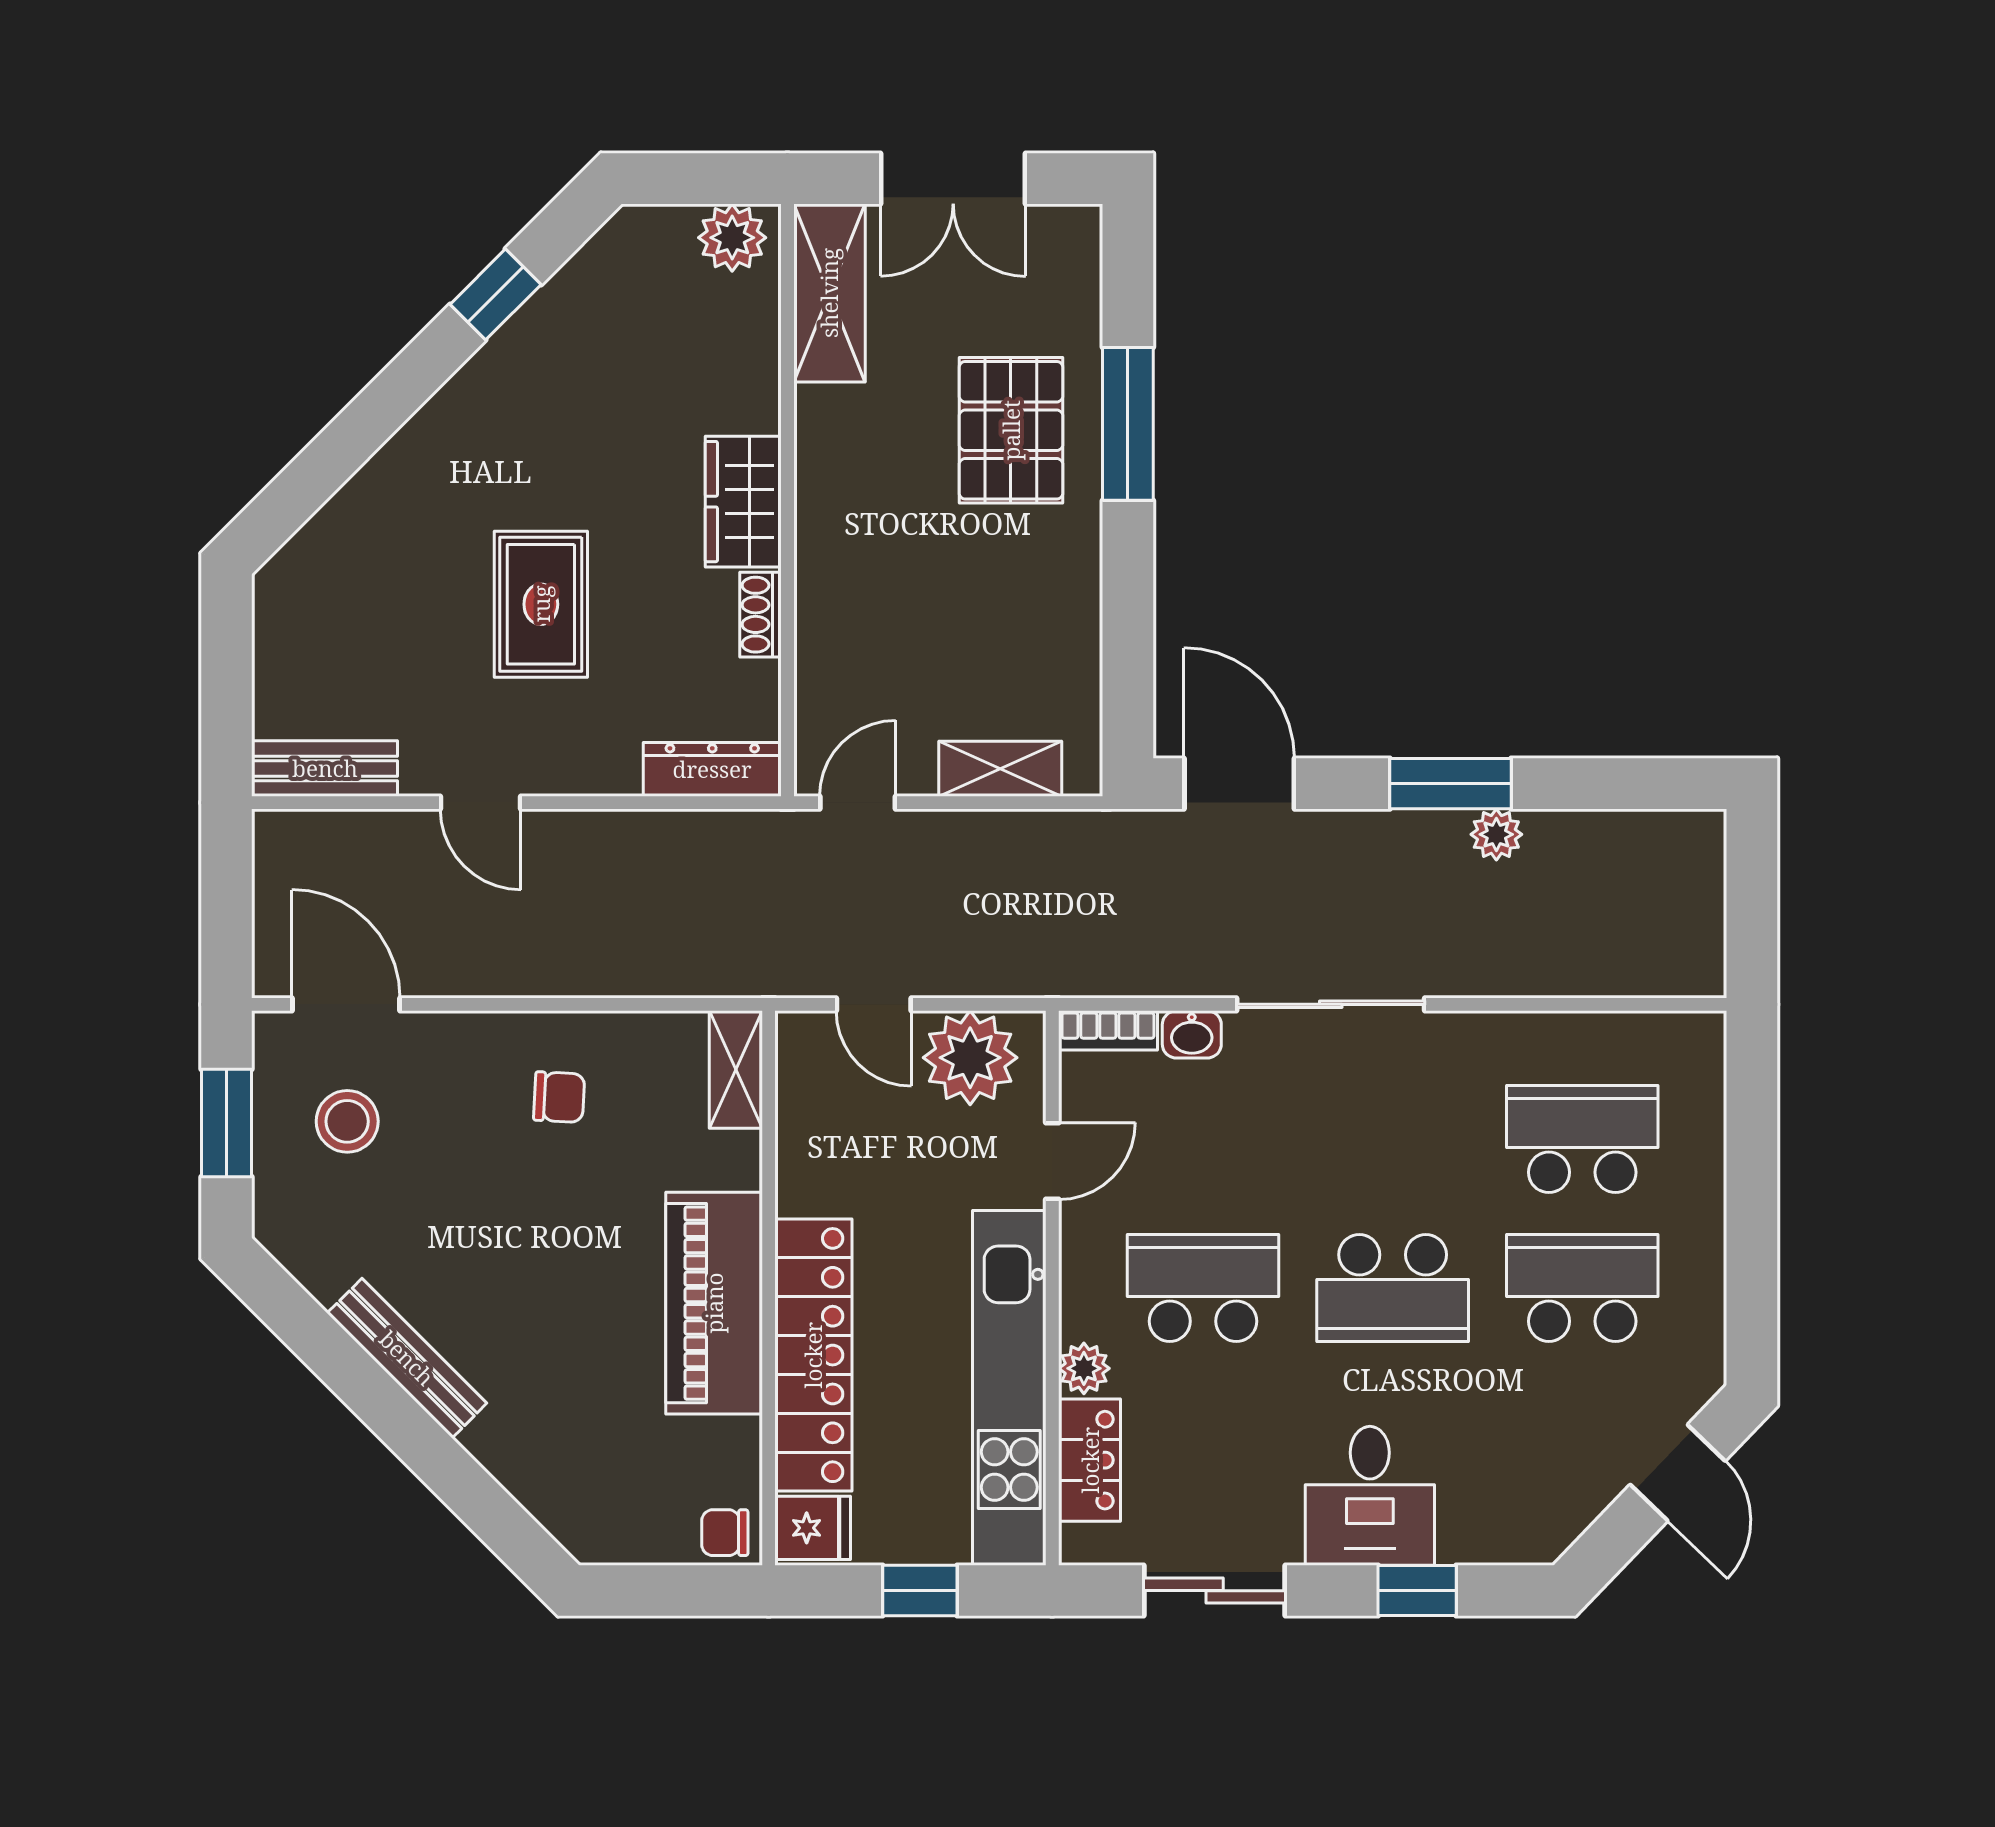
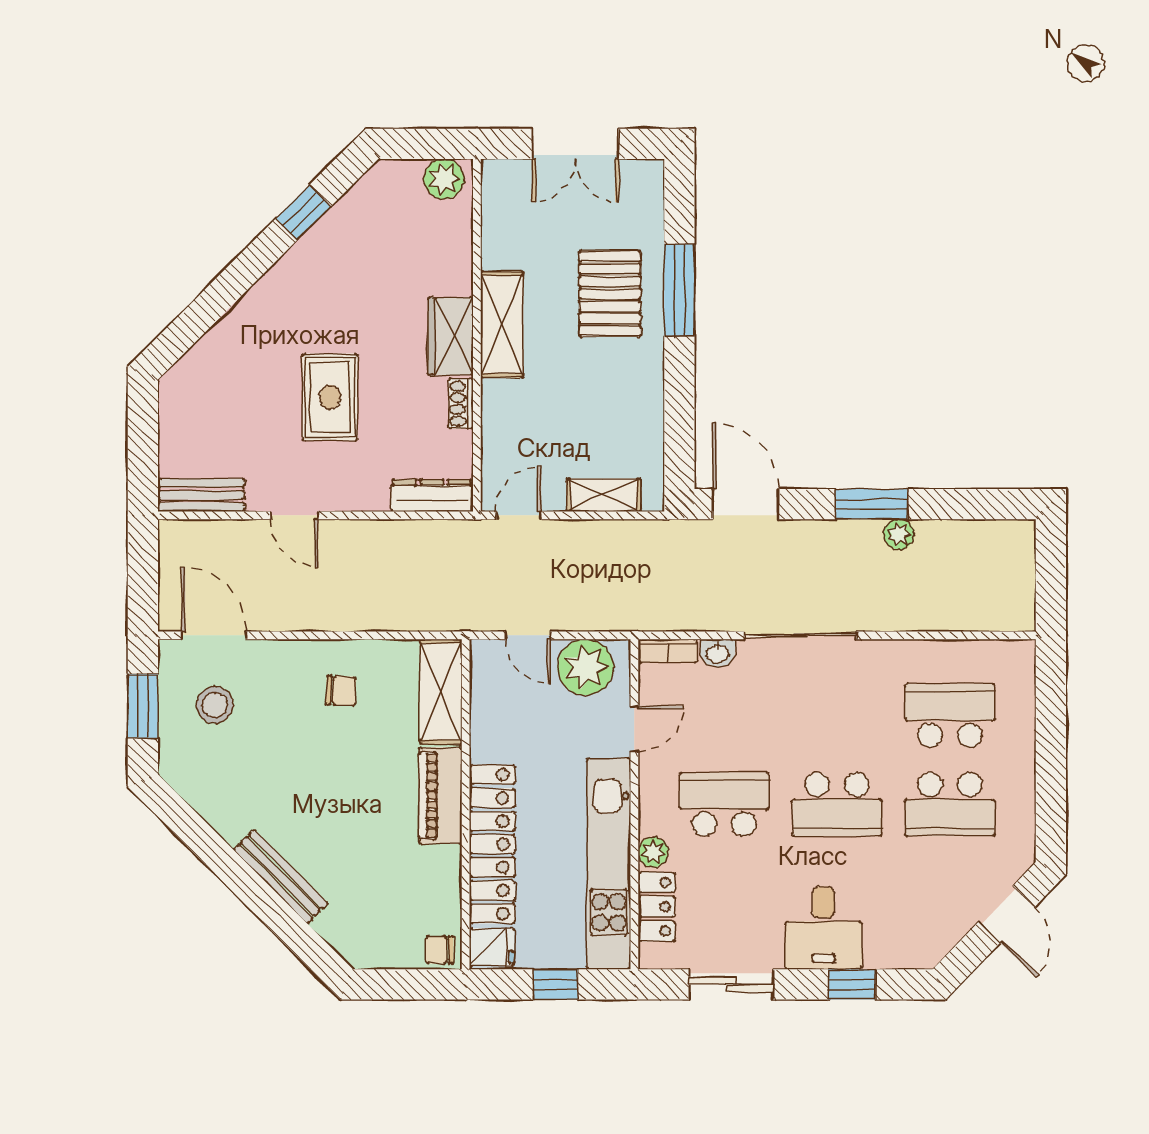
shelving: (829, 293) -> (502, 325), moved
shelving: (736, 1069) -> (441, 692), width x1.50, depth x1.33
school desk: (1582, 1288) -> (950, 804), turned 180
piano: (714, 1303) -> (440, 796), width x0.73, depth x0.75
bench: (407, 1358) -> (281, 877), moved

